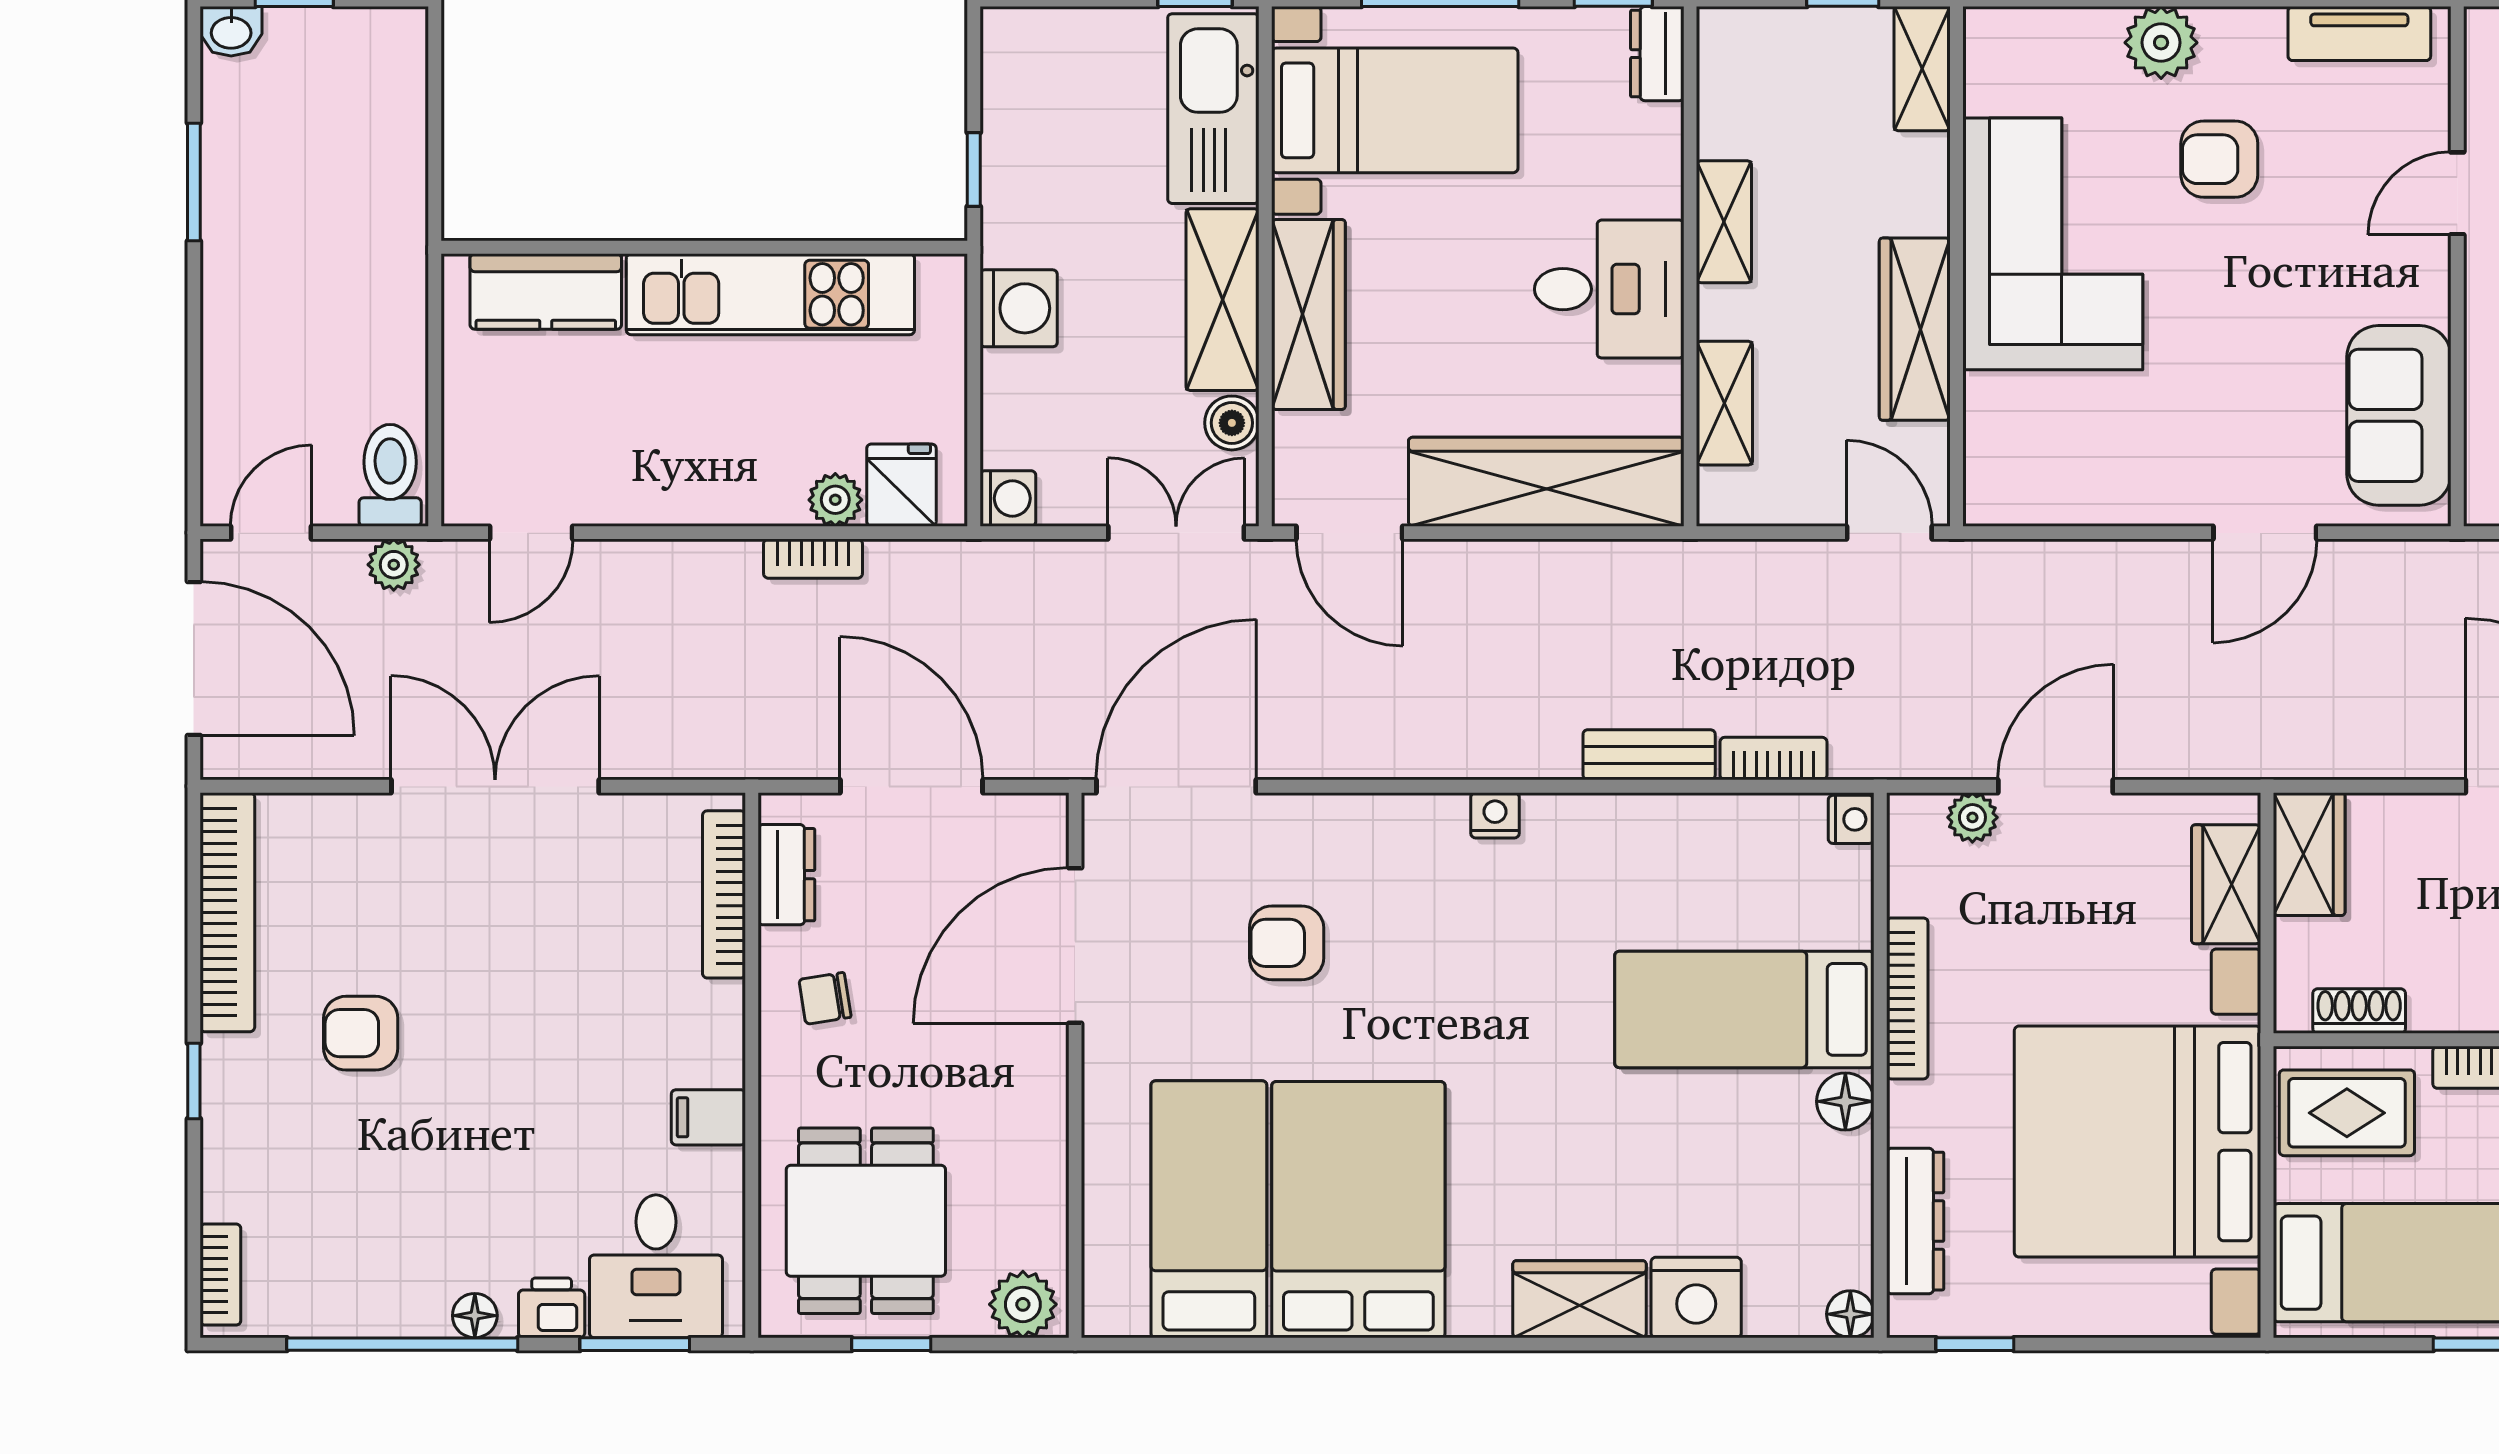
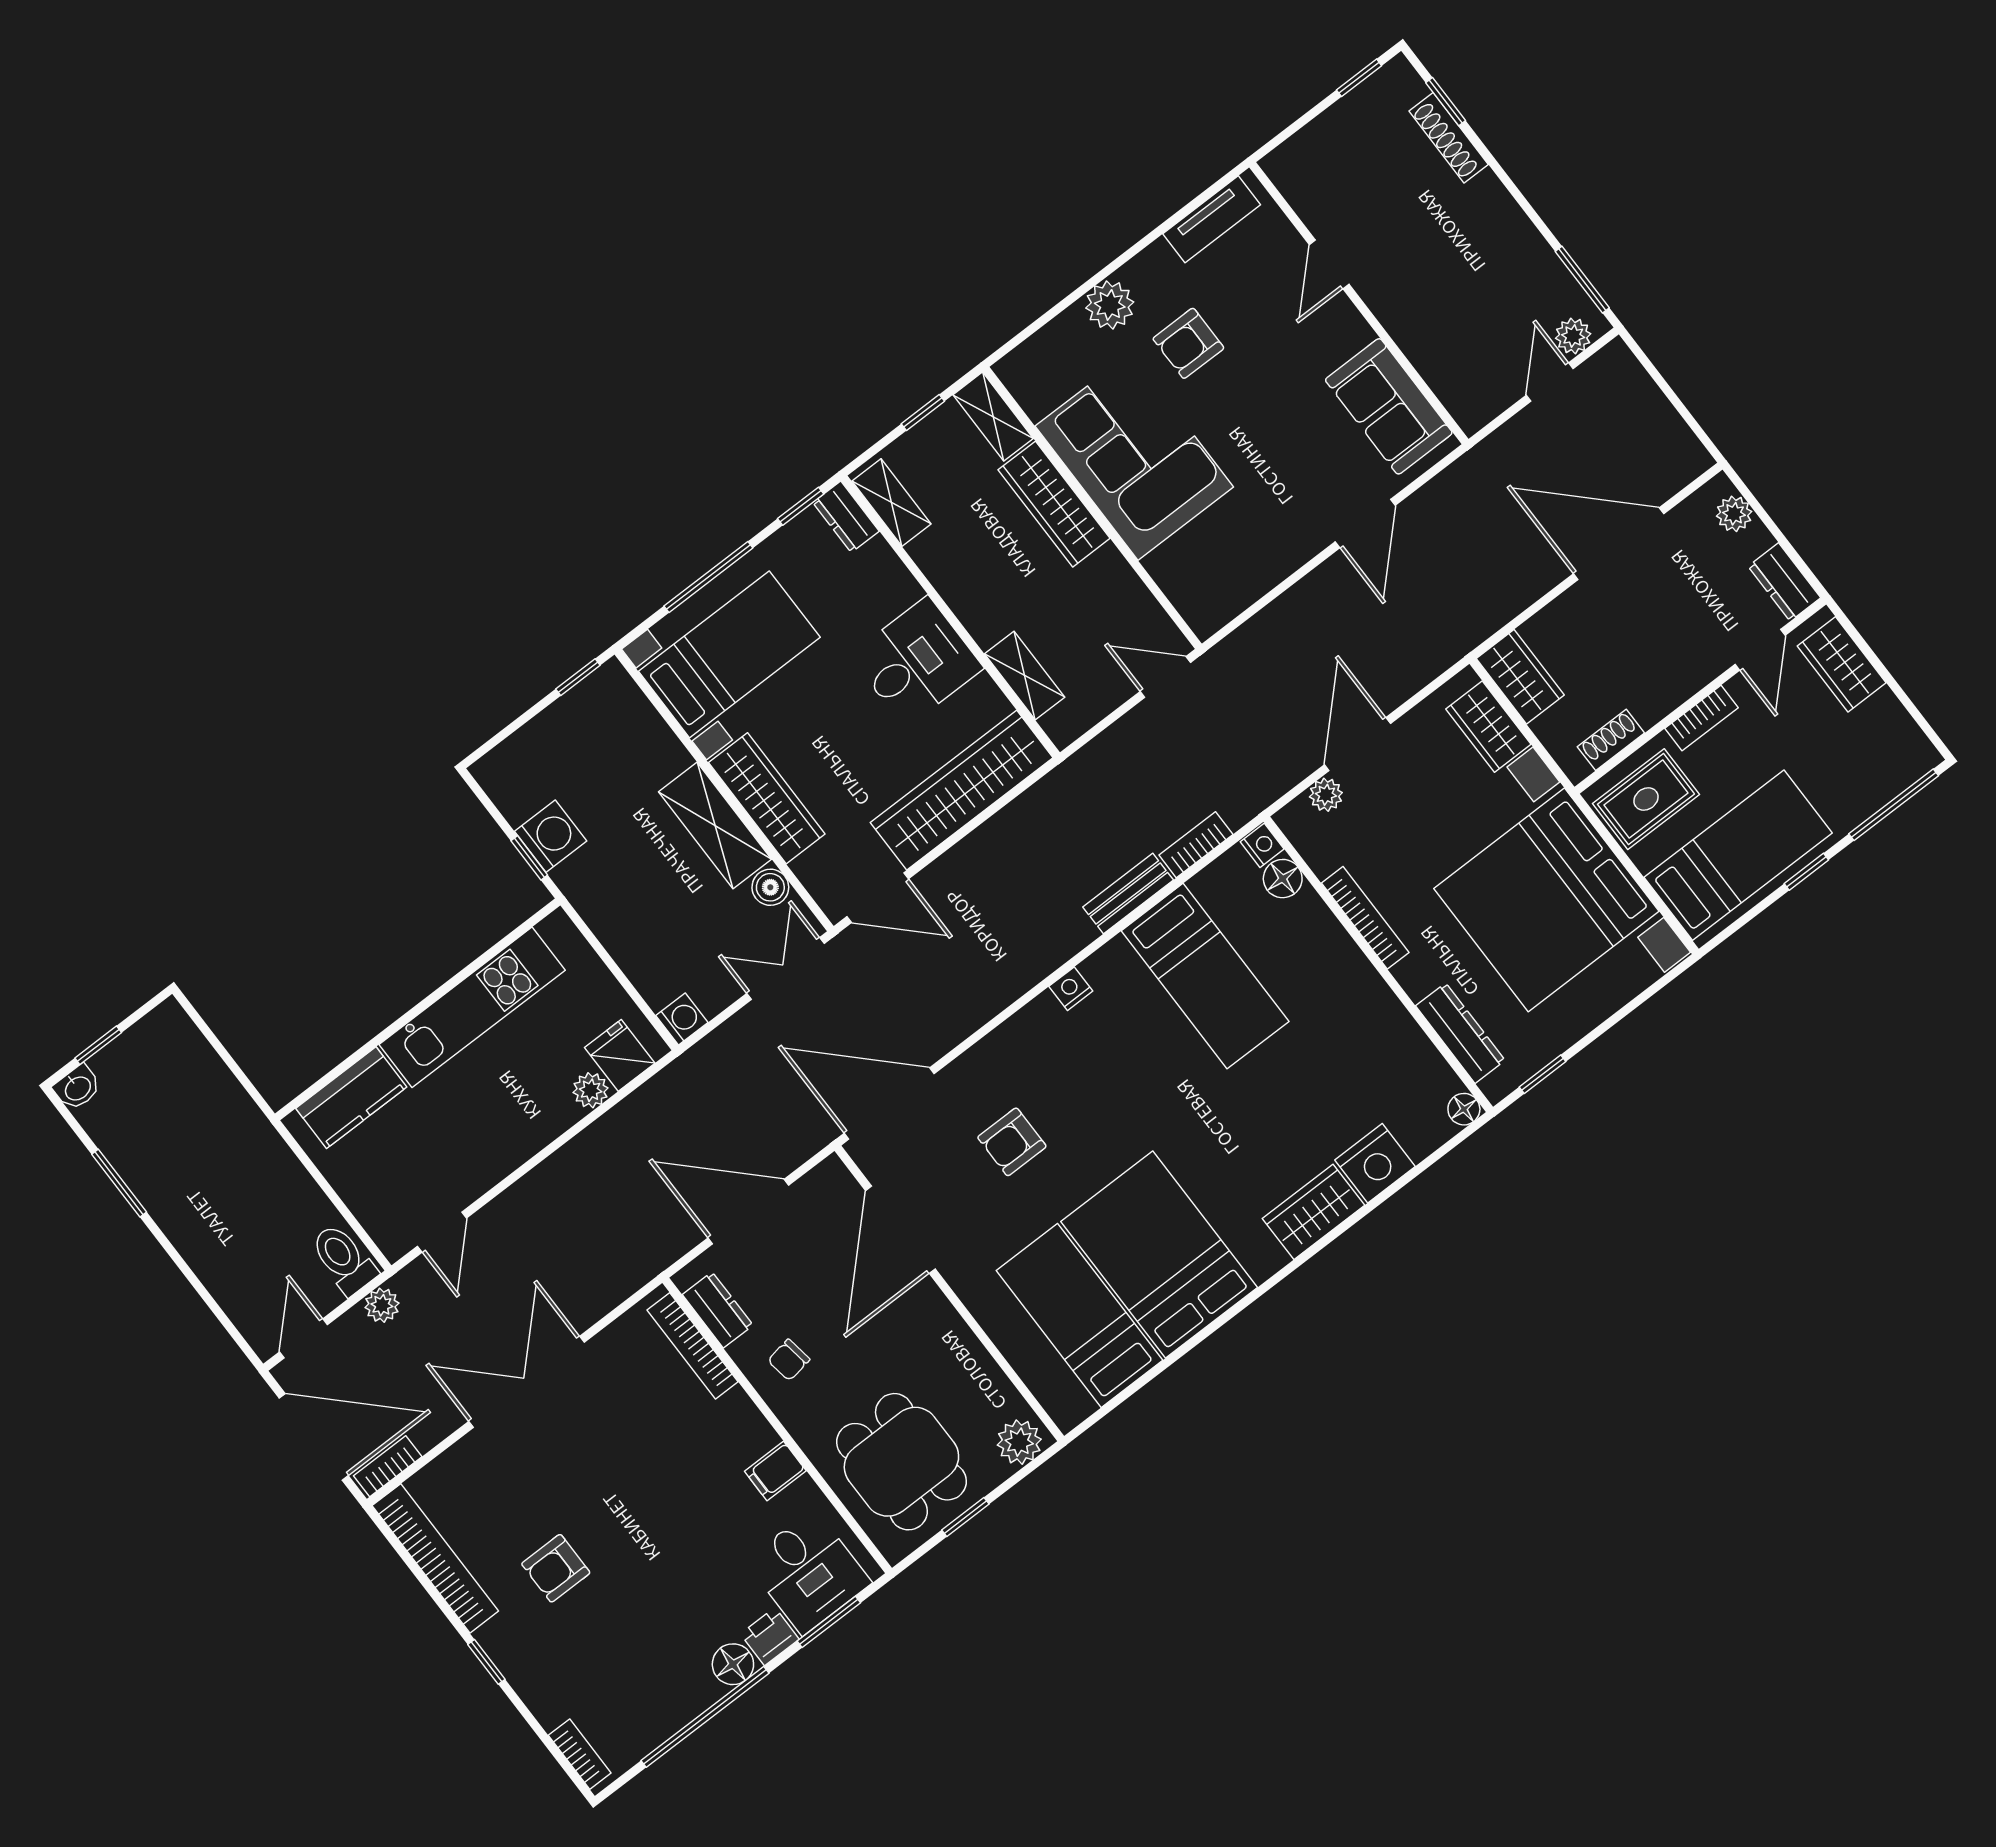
kitchen sink: (1213, 109) -> (632, 727), removed
shelving: (1724, 222) -> (891, 502), moved
washing machine: (1019, 308) -> (551, 836), moved
wardrobe: (1915, 329) -> (1054, 504), moved
bookcase: (813, 559) -> (388, 1466), moved, turned 180
door: (1176, 786) -> (889, 1104), hinge flipped
bed: (1744, 1009) -> (1205, 976), moved, turned -90
floor lamp: (1845, 1101) -> (1283, 879), moved
floor lamp: (475, 1316) -> (733, 1664), width x1.37, depth x1.37

